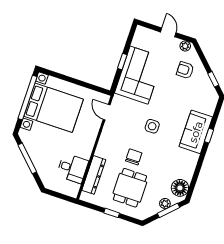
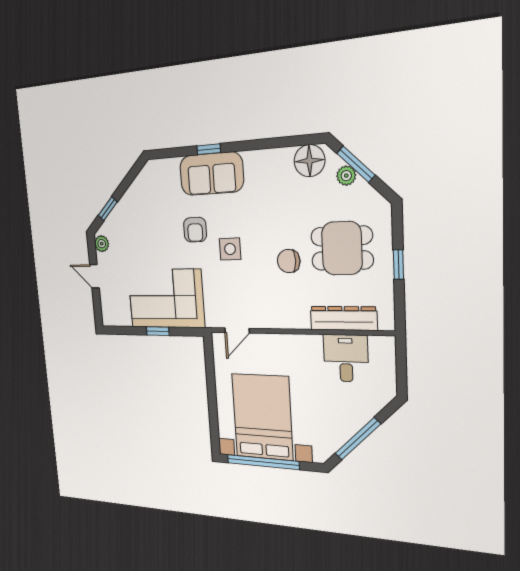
door: (168, 32) -> (94, 276), hinge flipped
armchair: (185, 70) -> (195, 230), moved
window: (213, 79) -> (108, 209), moved

